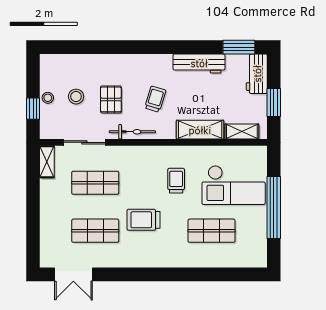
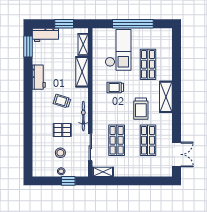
workbench: (199, 63) -> (39, 77), width x0.73
shelving: (162, 258) -> (166, 97), added

